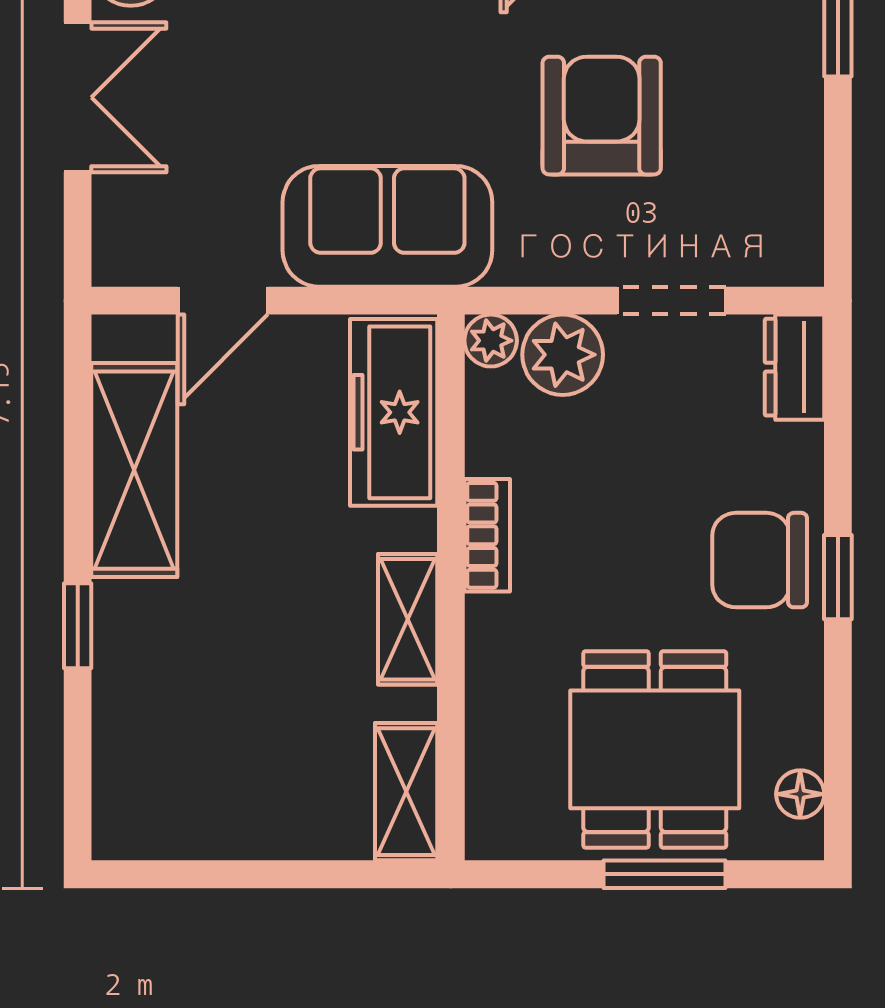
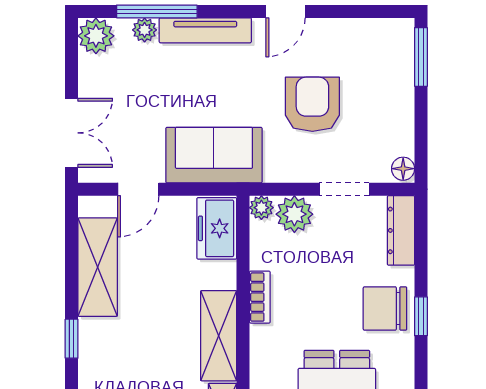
double door: (78, 97) -> (72, 133), moved
floor lamp: (799, 256) -> (403, 169), added
dresser: (794, 367) -> (401, 230), width x1.44
freezer: (394, 412) -> (217, 228), width x0.71
shelving: (408, 619) -> (219, 336), width x1.50, depth x1.33

